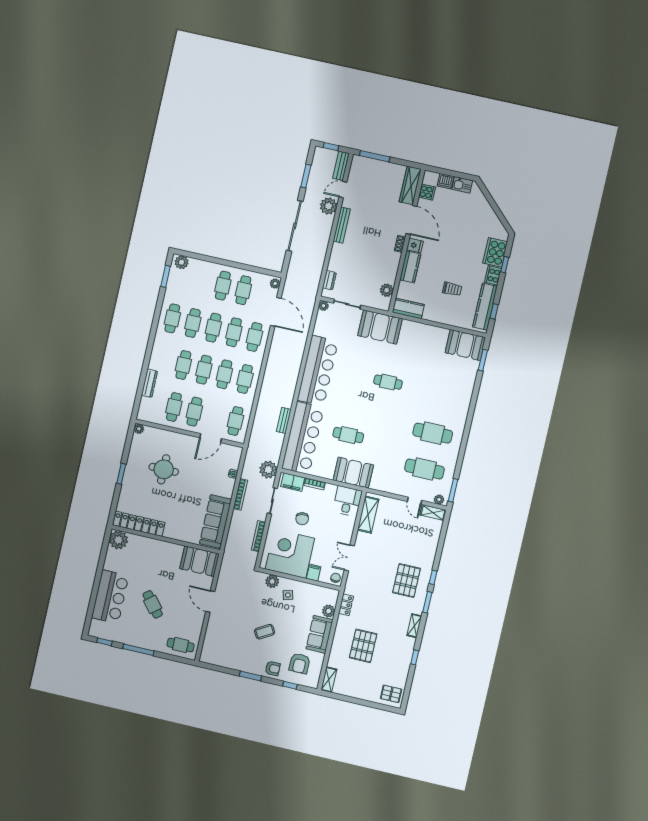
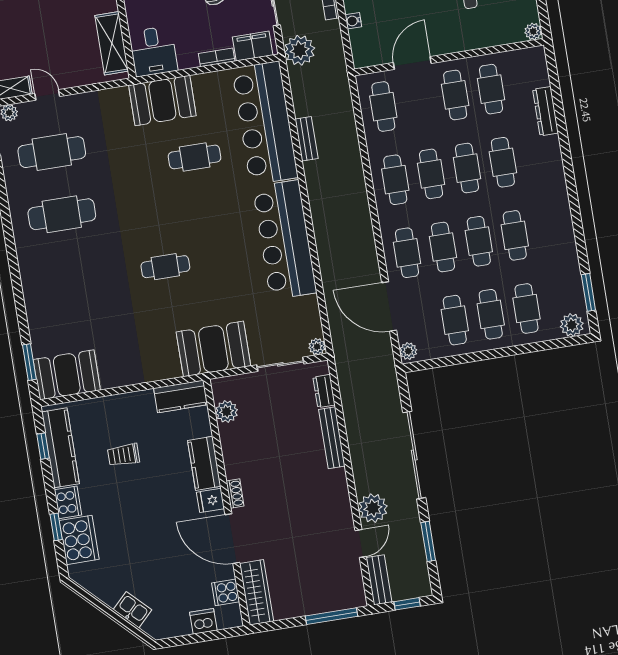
kitchen sink: (462, 185) -> (133, 610), moved, turned 45
bench: (342, 225) -> (332, 438), moved
cafe table: (172, 318) -> (527, 309), moved

